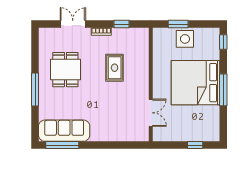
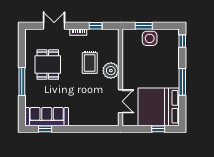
plant: (139, 77) -> (111, 71), added
bed: (195, 83) -> (159, 107), moved
window: (62, 145) -> (45, 129), width x0.46

